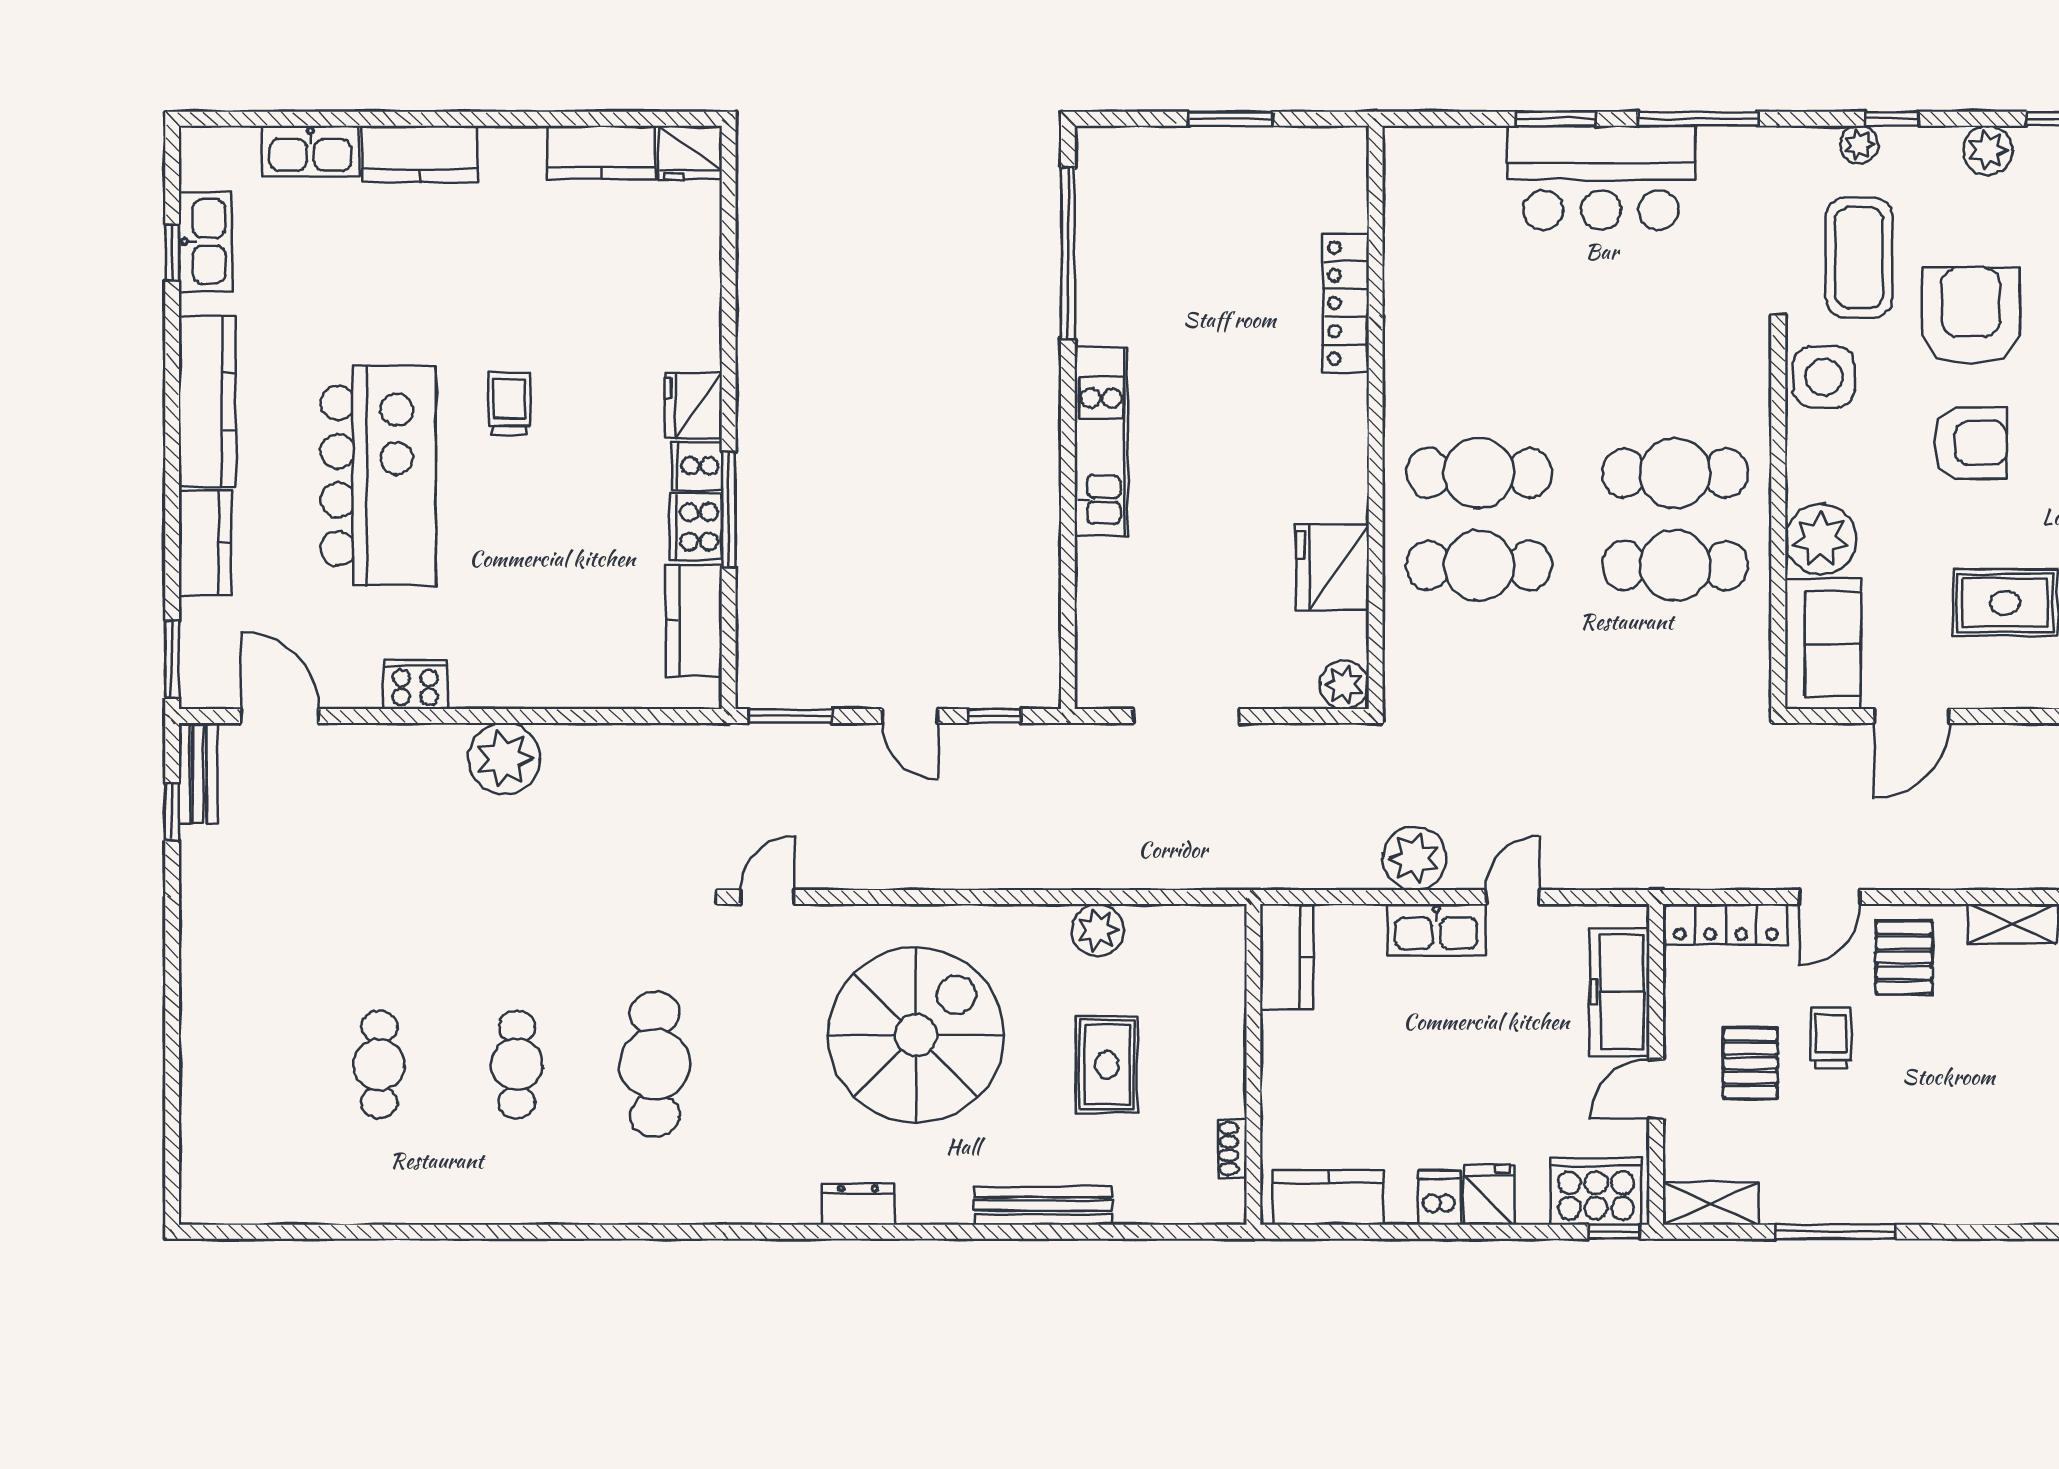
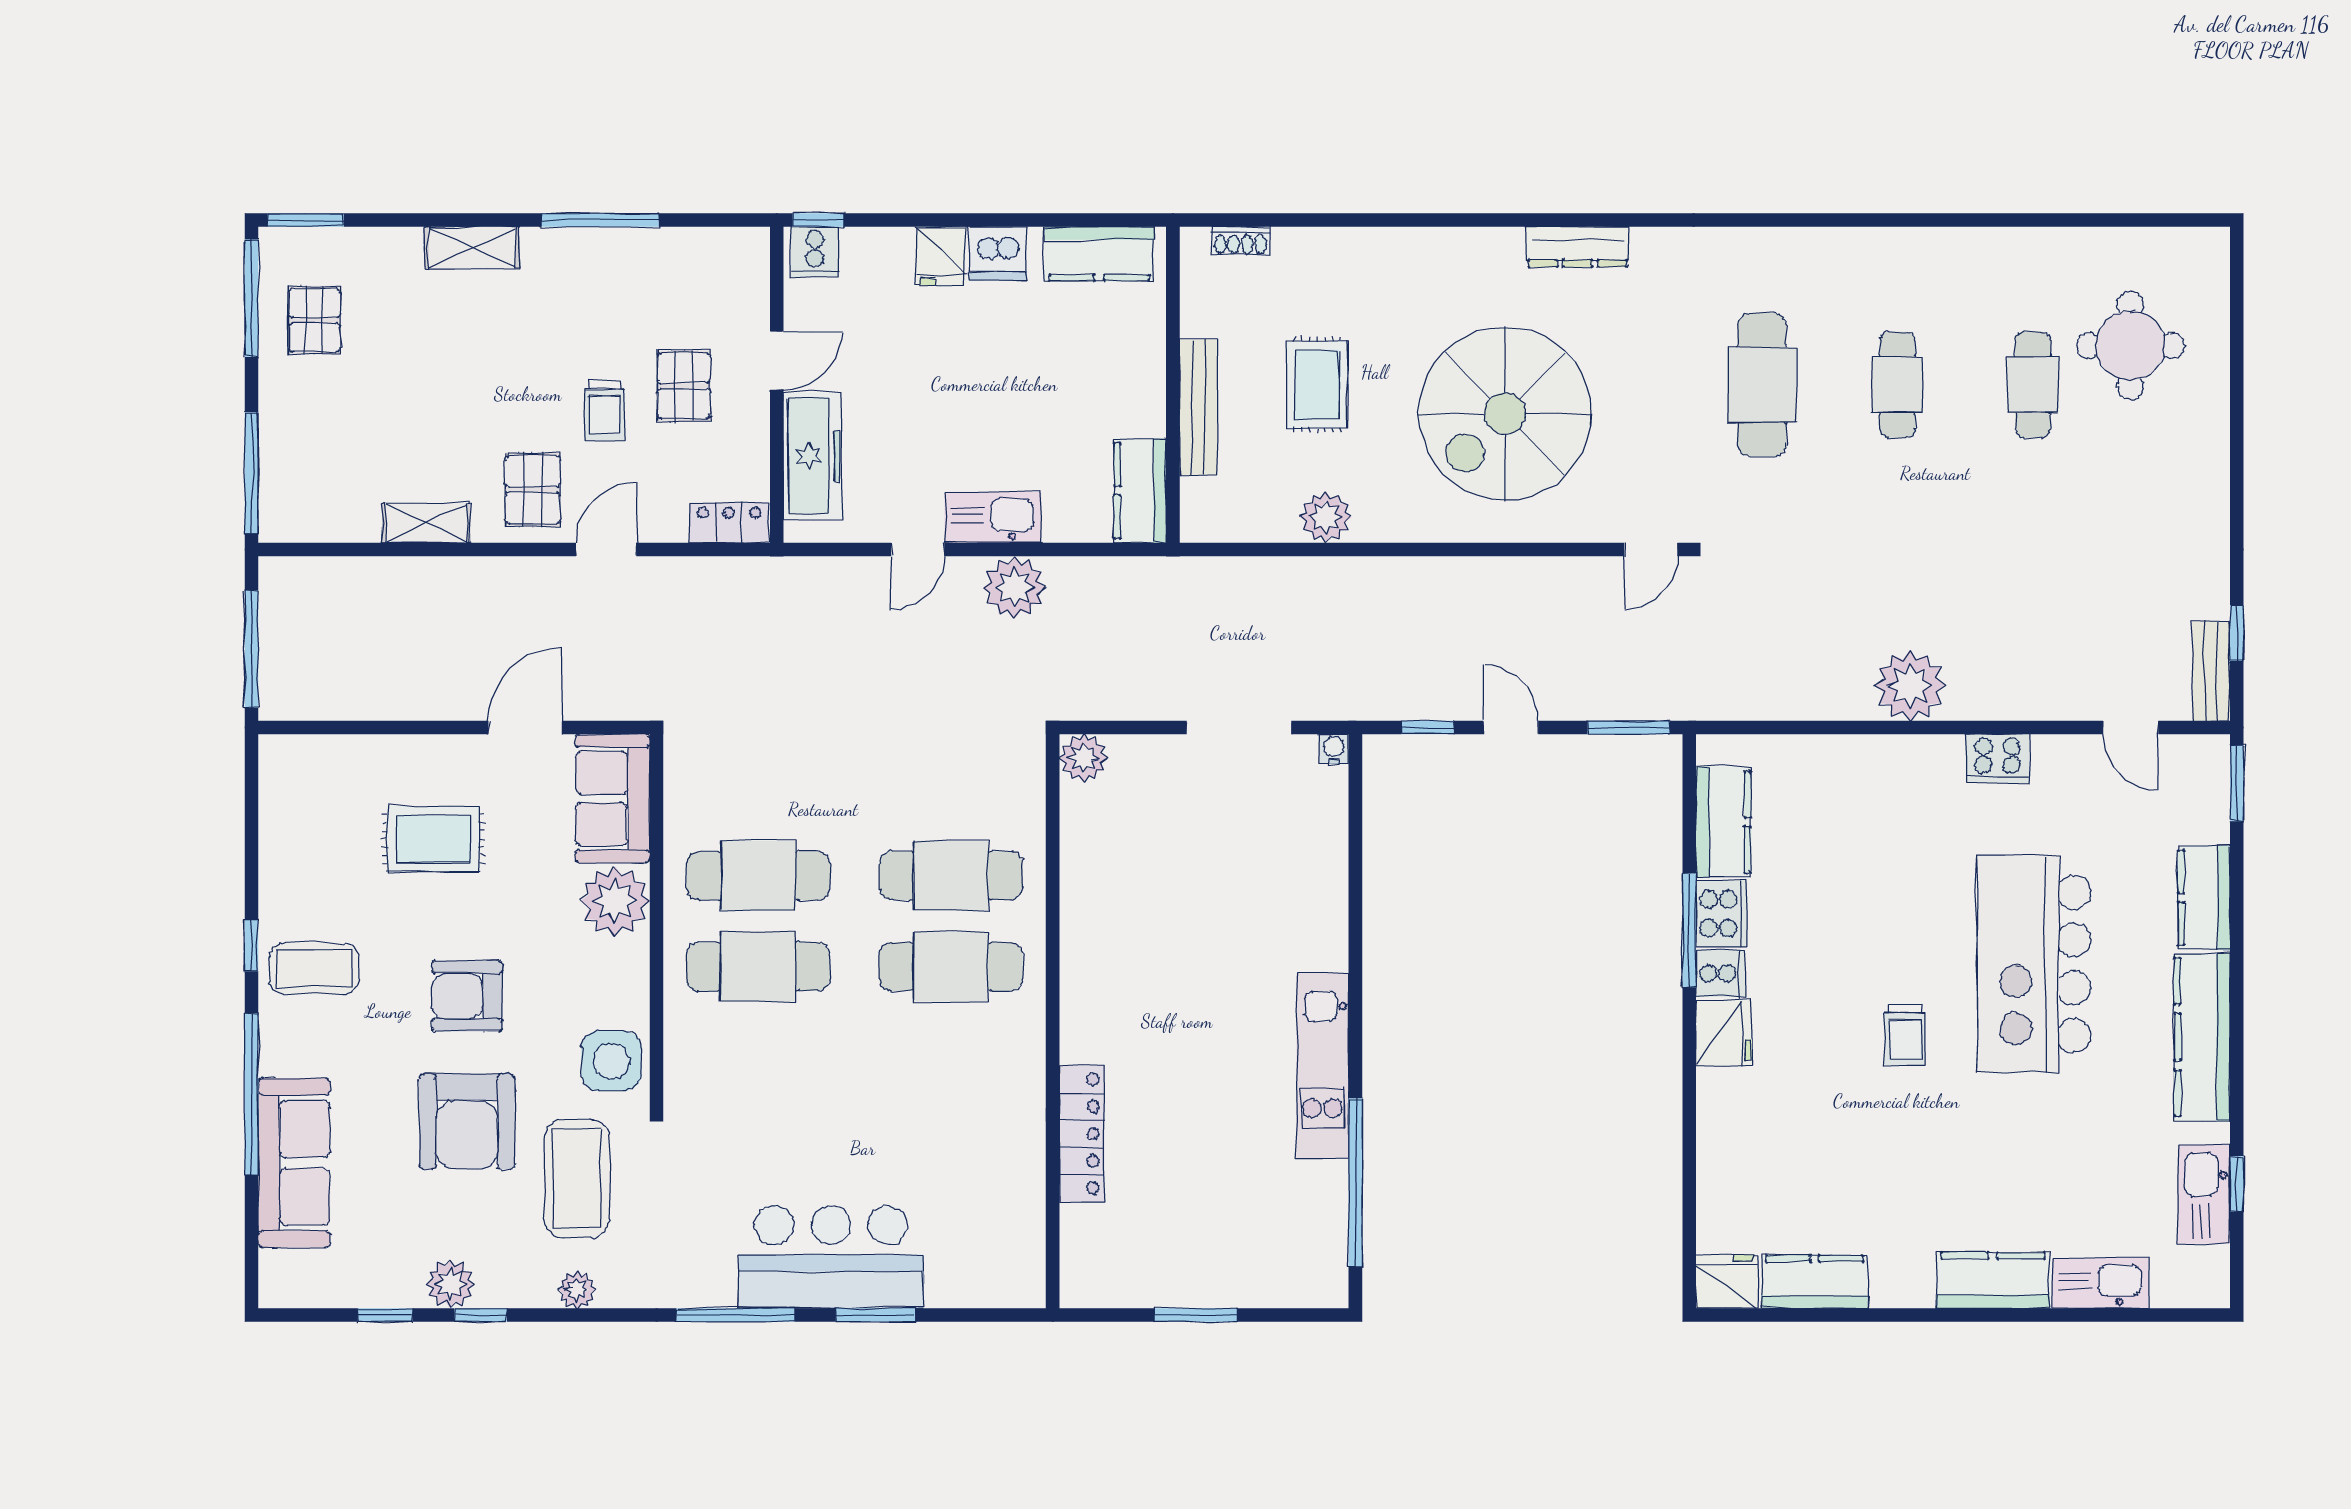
window: (1892, 119) -> (481, 1315), moved
kitchen unit: (1101, 441) -> (1323, 1066), moved
fridge: (1332, 568) -> (1095, 874), removed
water cooler: (1090, 694) -> (1334, 749), added
door: (280, 716) -> (2131, 727), width x0.73
locker: (1726, 924) -> (729, 523), width x0.66
round table: (280, 1104) -> (2130, 346), added
shoe rack: (1232, 1148) -> (1241, 241), moved, turned 90
cooker: (1596, 1192) -> (815, 252), width x0.53, depth x0.76
dishwasher: (1439, 1198) -> (998, 254), width x1.38
shelving: (1711, 1203) -> (472, 248), moved
dresser: (858, 1204) -> (1578, 247), width x1.44
bench: (1043, 1206) -> (1198, 407), moved, turned 90

